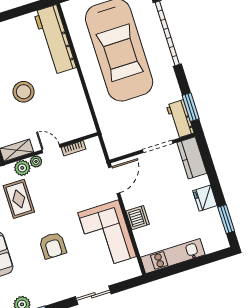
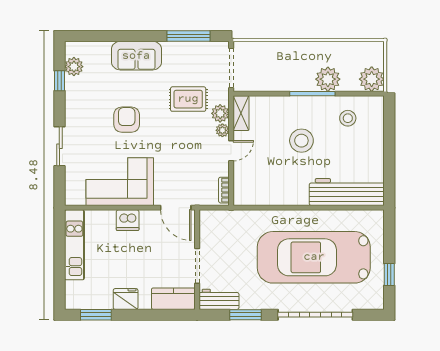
window: (191, 107) -> (245, 315), moved
bookcase: (73, 148) -> (224, 190), moved
armchair: (53, 245) -> (127, 120), turned 90

